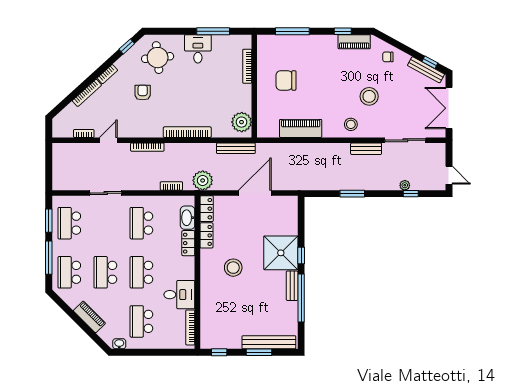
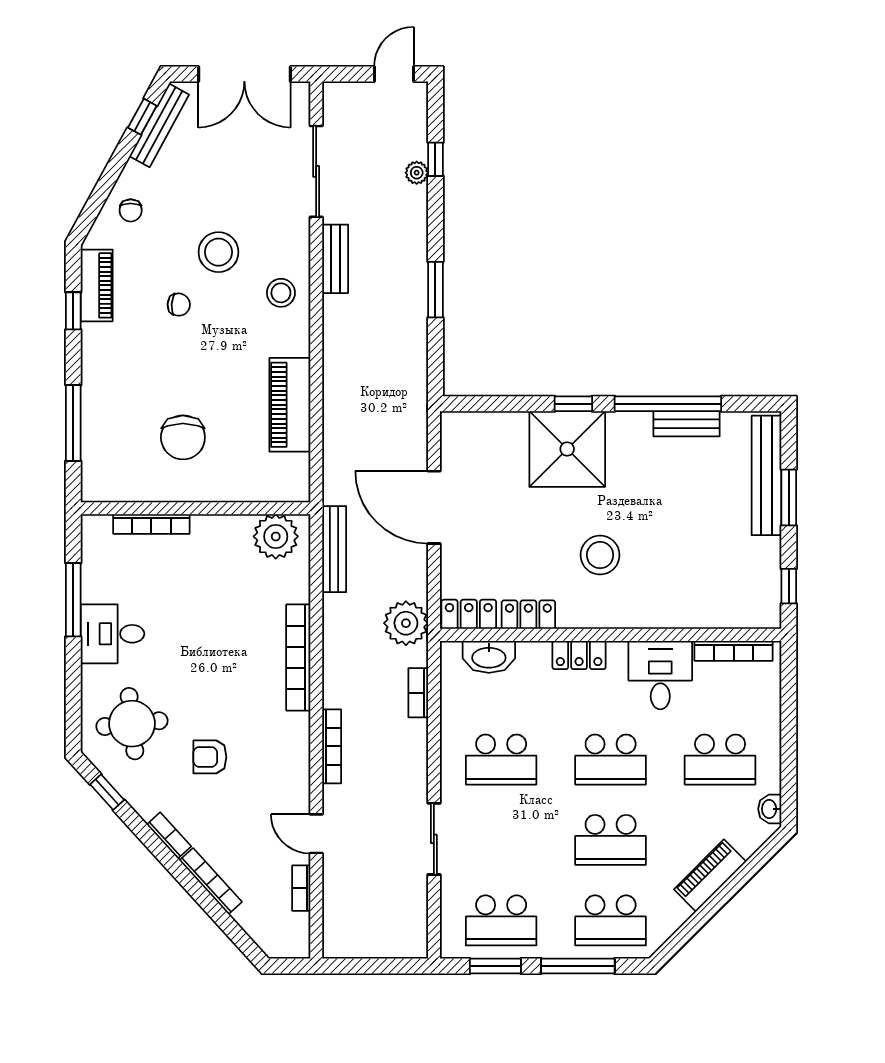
chair: (346, 79) -> (179, 305), added
locker: (188, 243) -> (579, 655), moved
bench: (292, 286) -> (687, 424), moved

